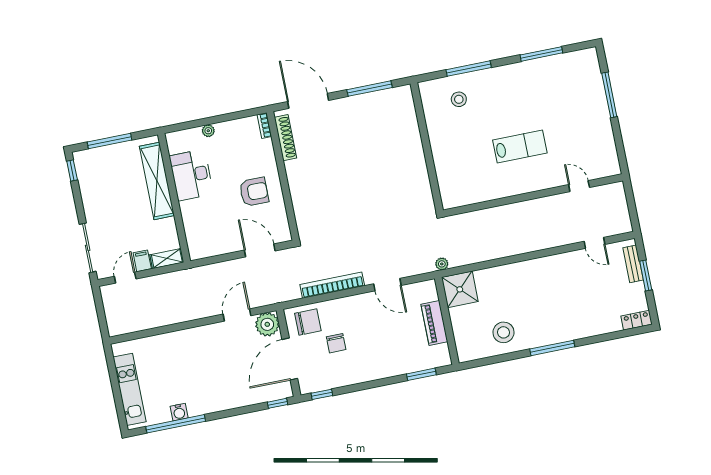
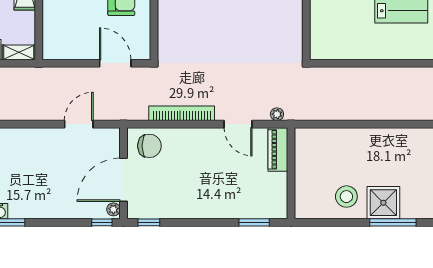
plant: (442, 264) -> (277, 114), moved
shower: (460, 289) -> (383, 203), moved
piano: (434, 323) -> (278, 149), moved
plant: (267, 324) -> (113, 209), moved, width x0.53, depth x0.53
chair: (336, 343) -> (174, 173), removed

